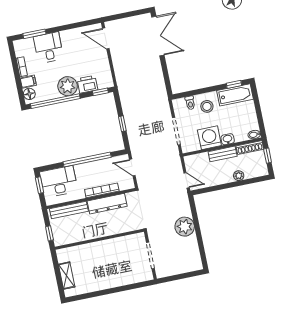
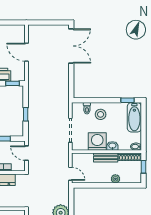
door: (106, 38) -> (26, 52), moved
bathtub: (235, 95) -> (134, 117), moved, turned 90

